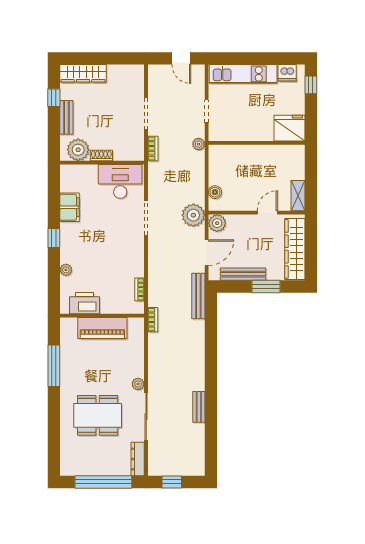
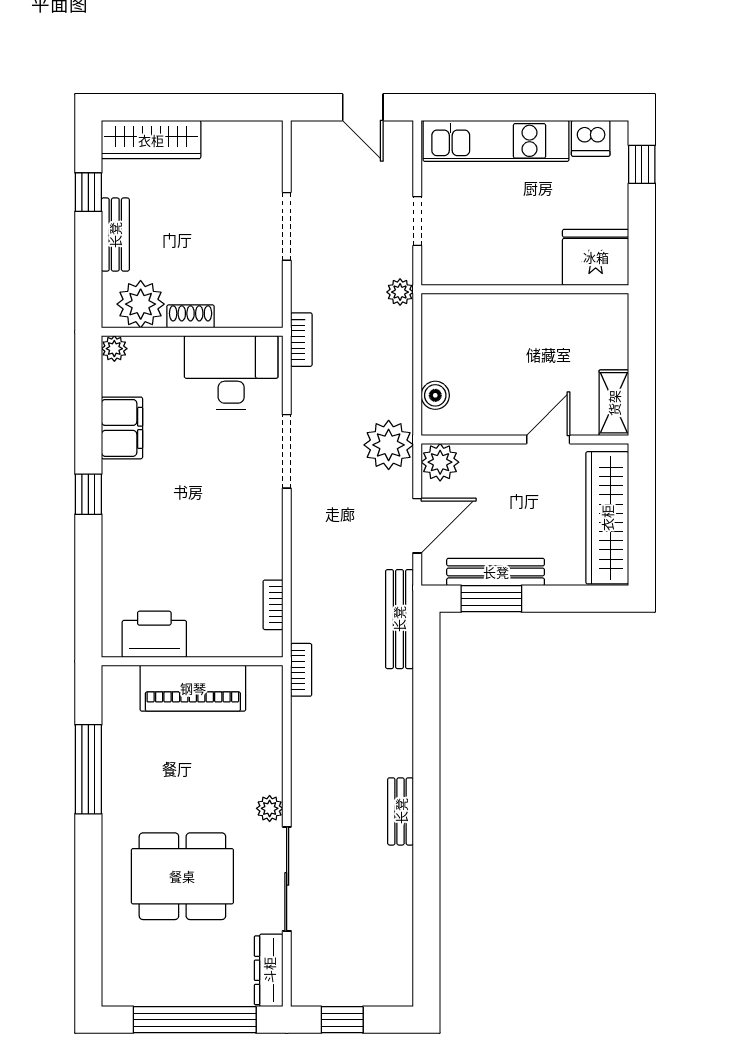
bookcase: (153, 148) -> (301, 340), moved
plant: (66, 270) -> (114, 349), moved
window: (266, 287) -> (491, 599), moved
bench: (199, 407) -> (401, 811), moved

